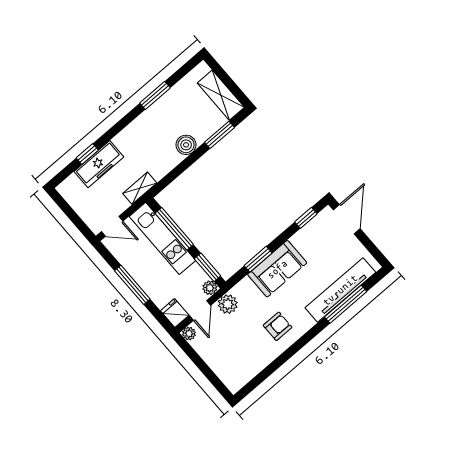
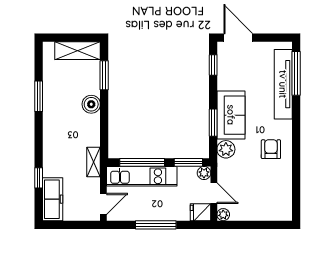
freezer: (99, 164) -> (53, 199), moved
plant: (228, 304) -> (226, 149), moved
window: (346, 304) -> (296, 73), moved

